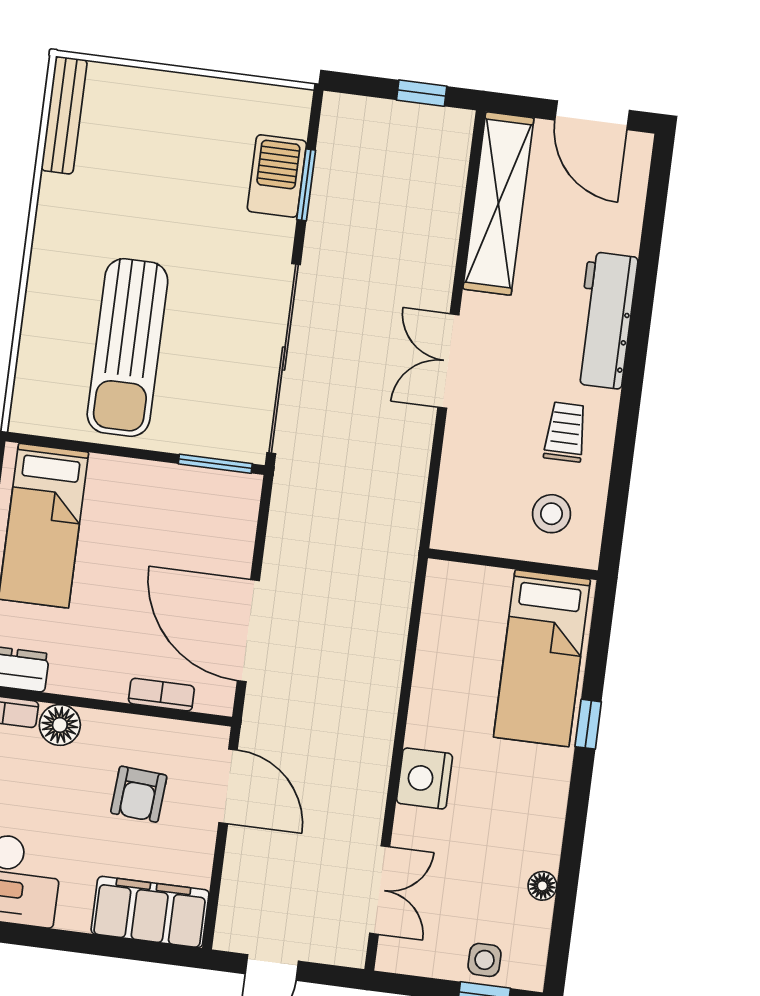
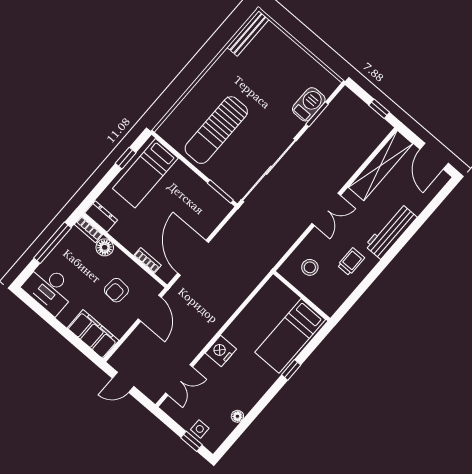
double door: (448, 361) -> (326, 209), swing flipped
stool: (551, 514) -> (310, 267), moved

